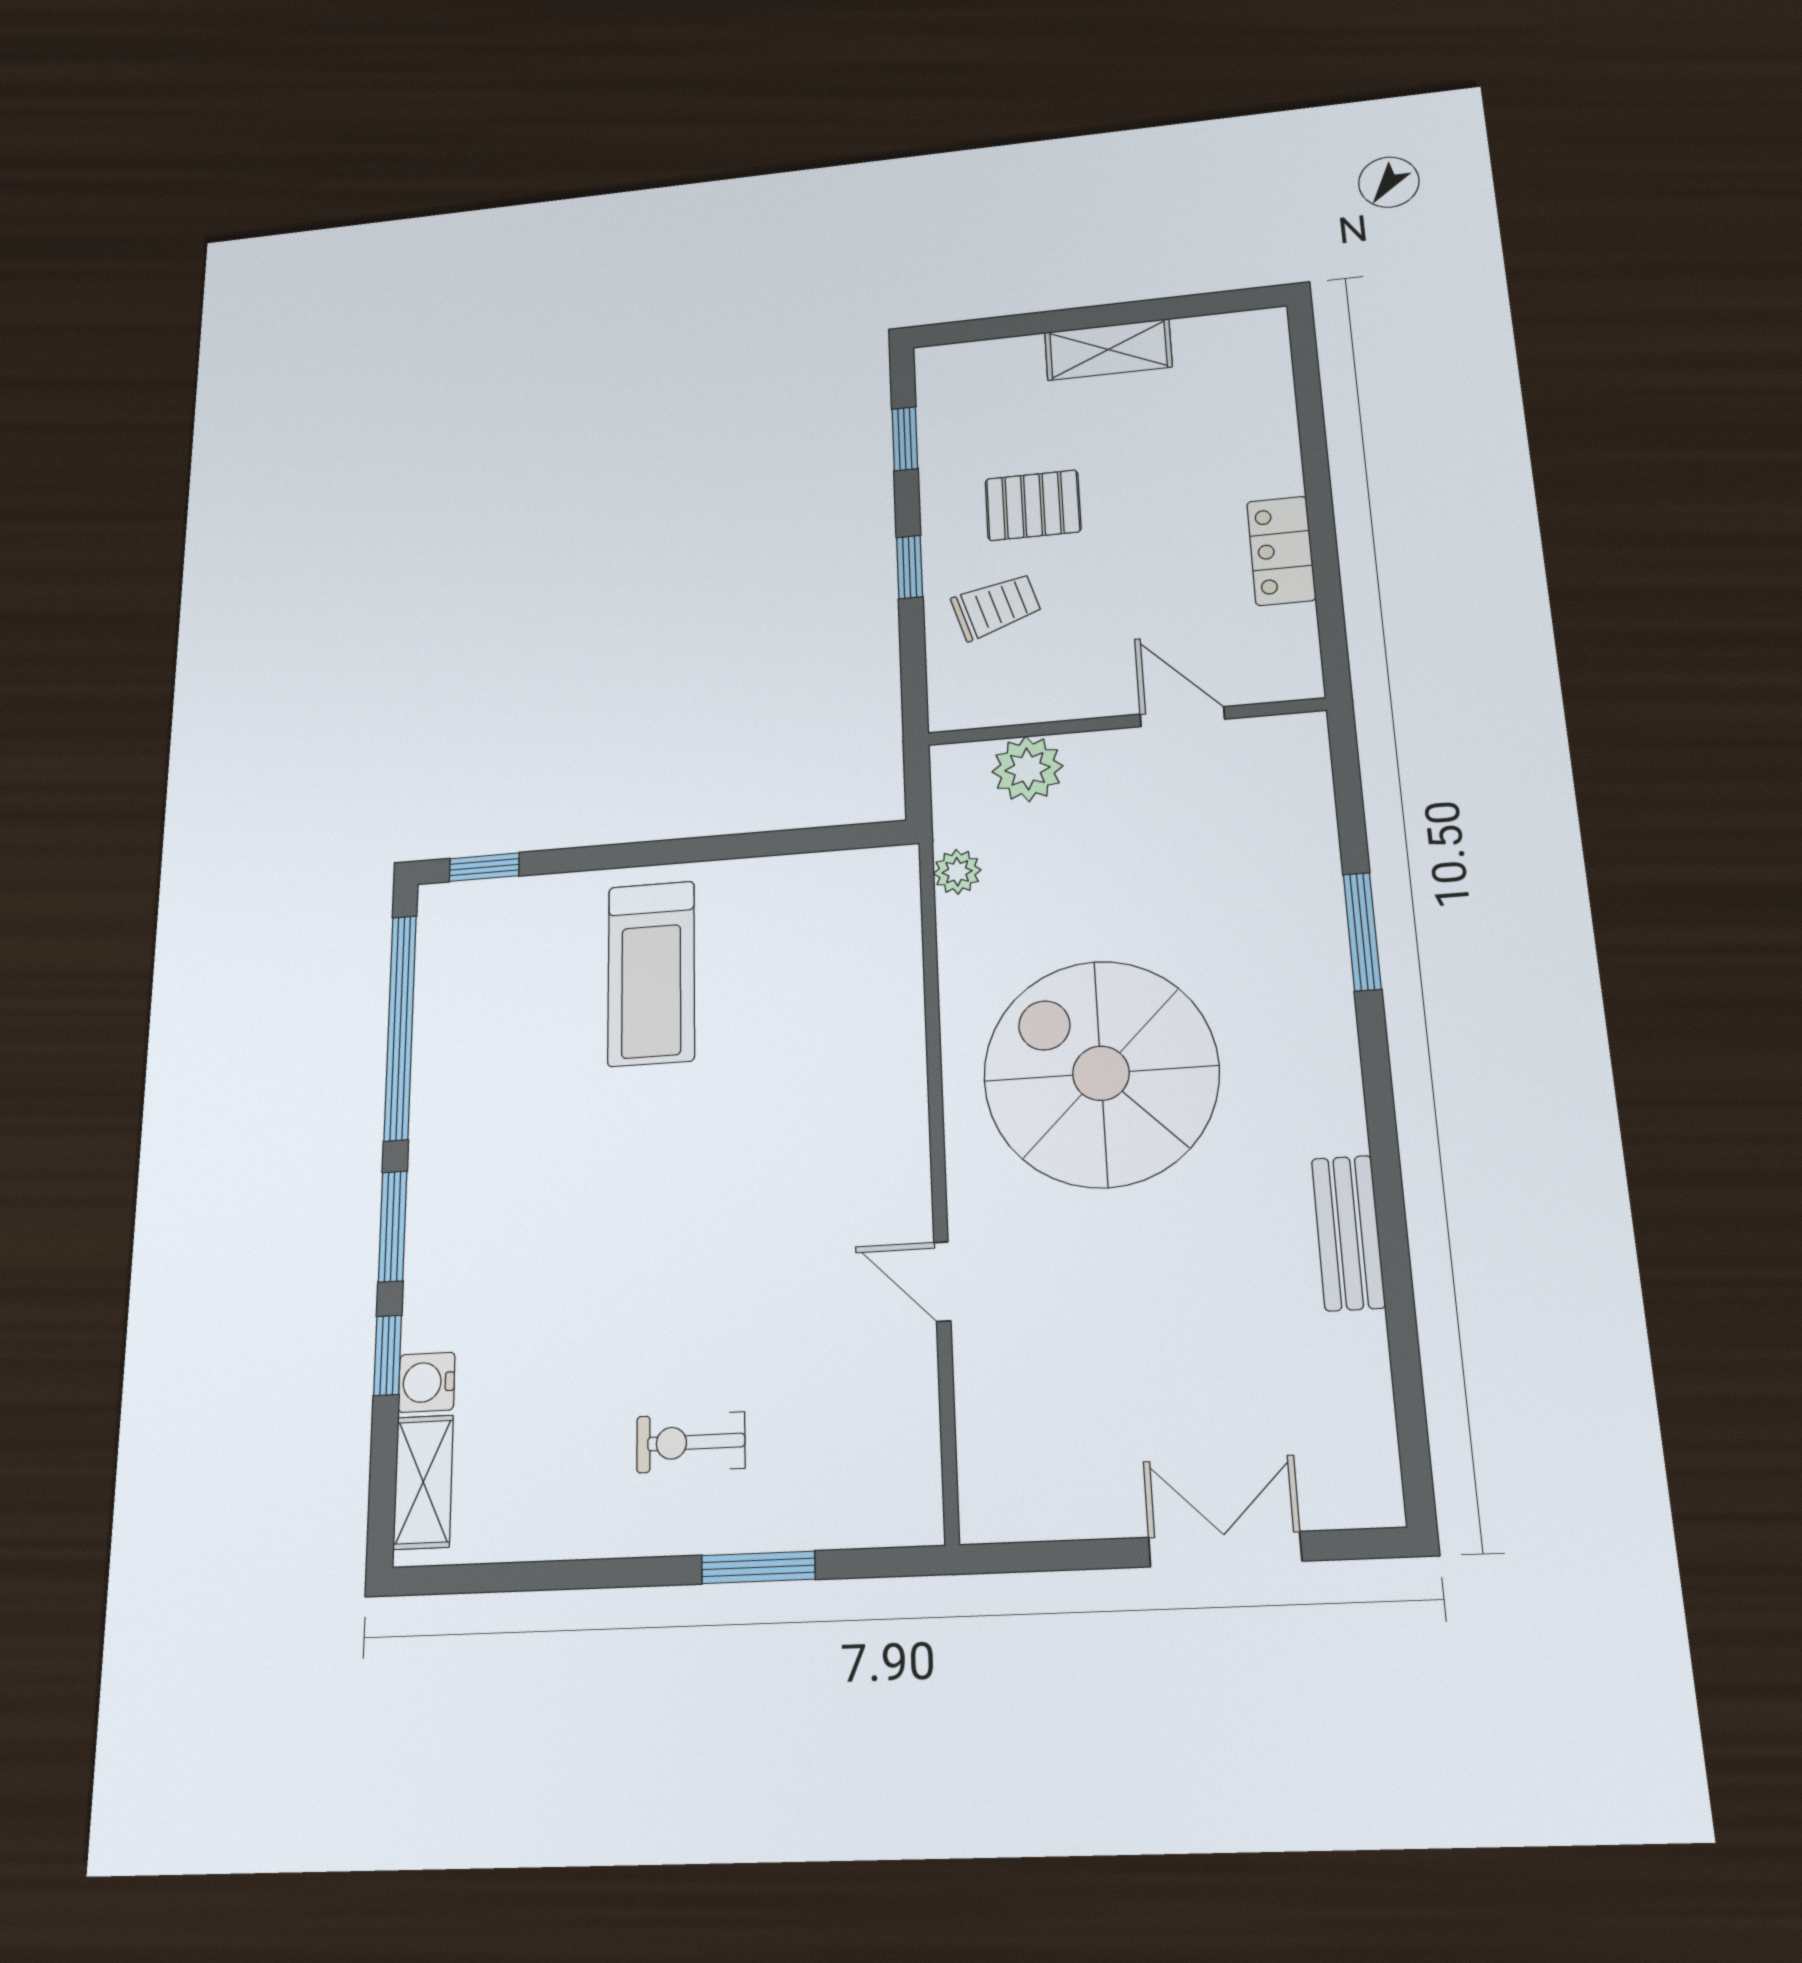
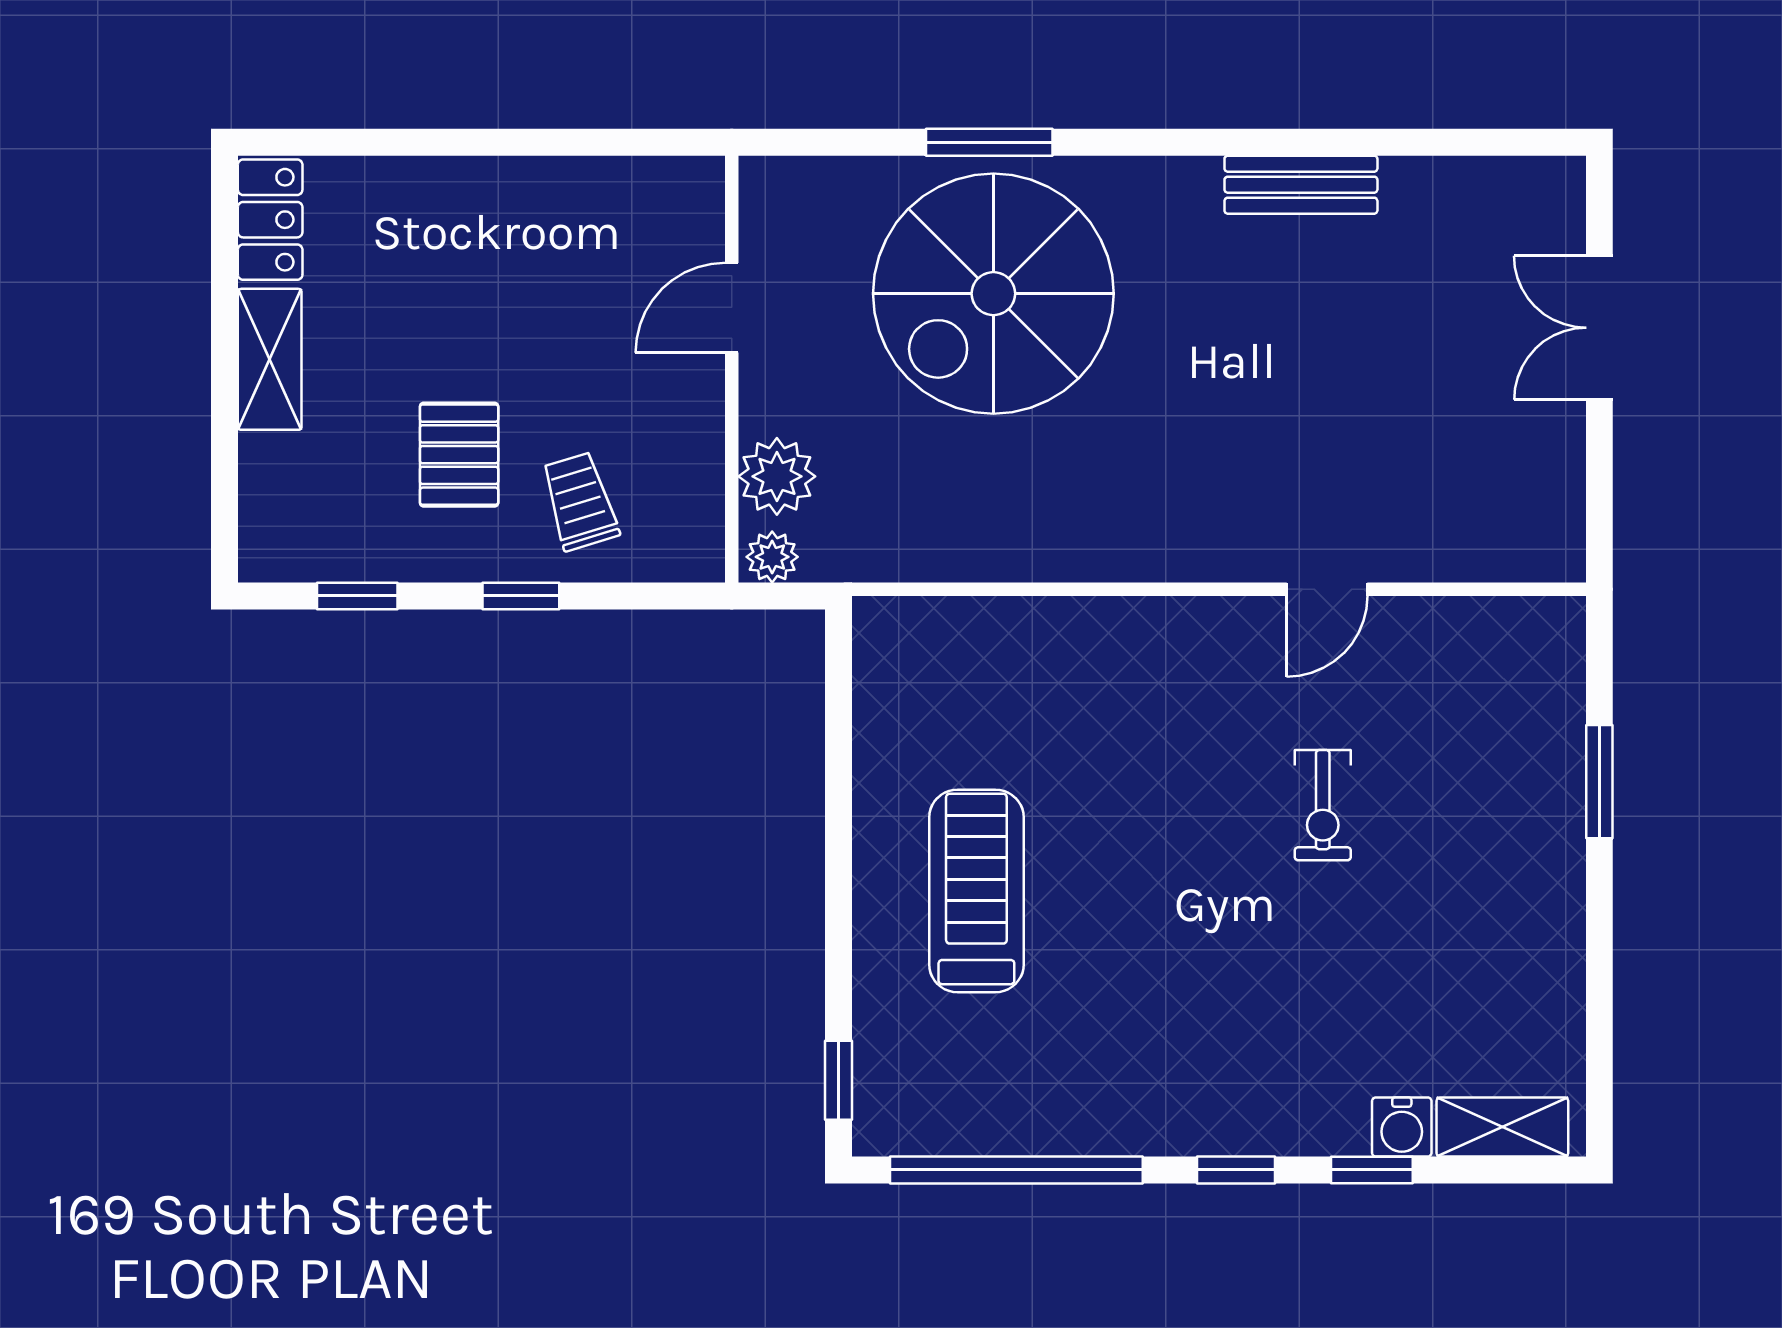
locker: (1281, 551) -> (270, 220), moved, turned -90
plant: (957, 872) -> (772, 557), moved
treadmill: (651, 973) -> (976, 891), turned -90
spiral stairs: (1101, 1073) -> (993, 294), moved
window: (393, 1226) -> (1236, 1170), width x0.67
exercise bike: (691, 1442) -> (1323, 805), moved

